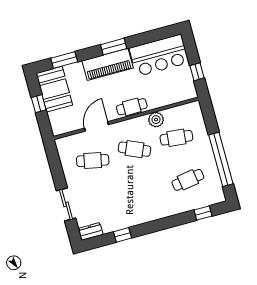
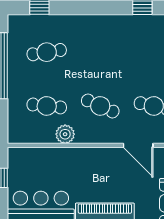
cafe table: (132, 107) -> (90, 157), removed
door: (96, 126) -> (138, 145), hinge flipped

